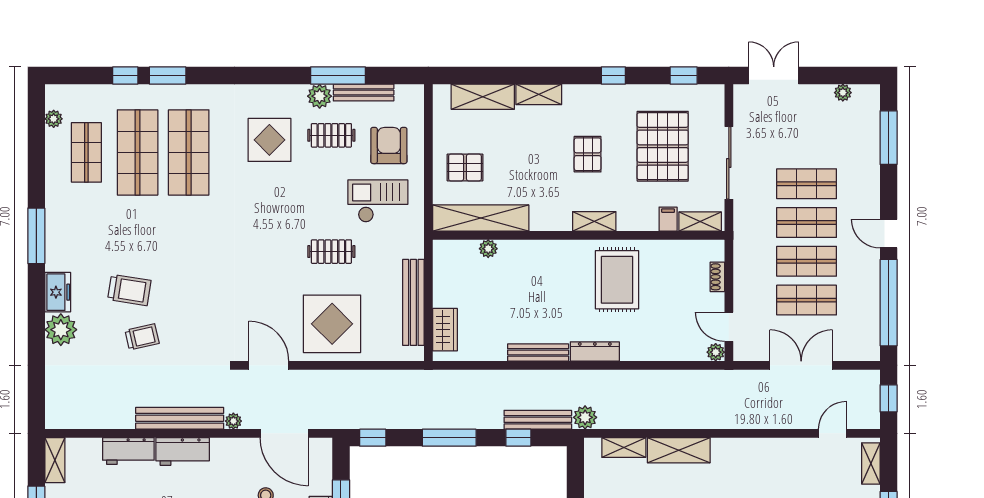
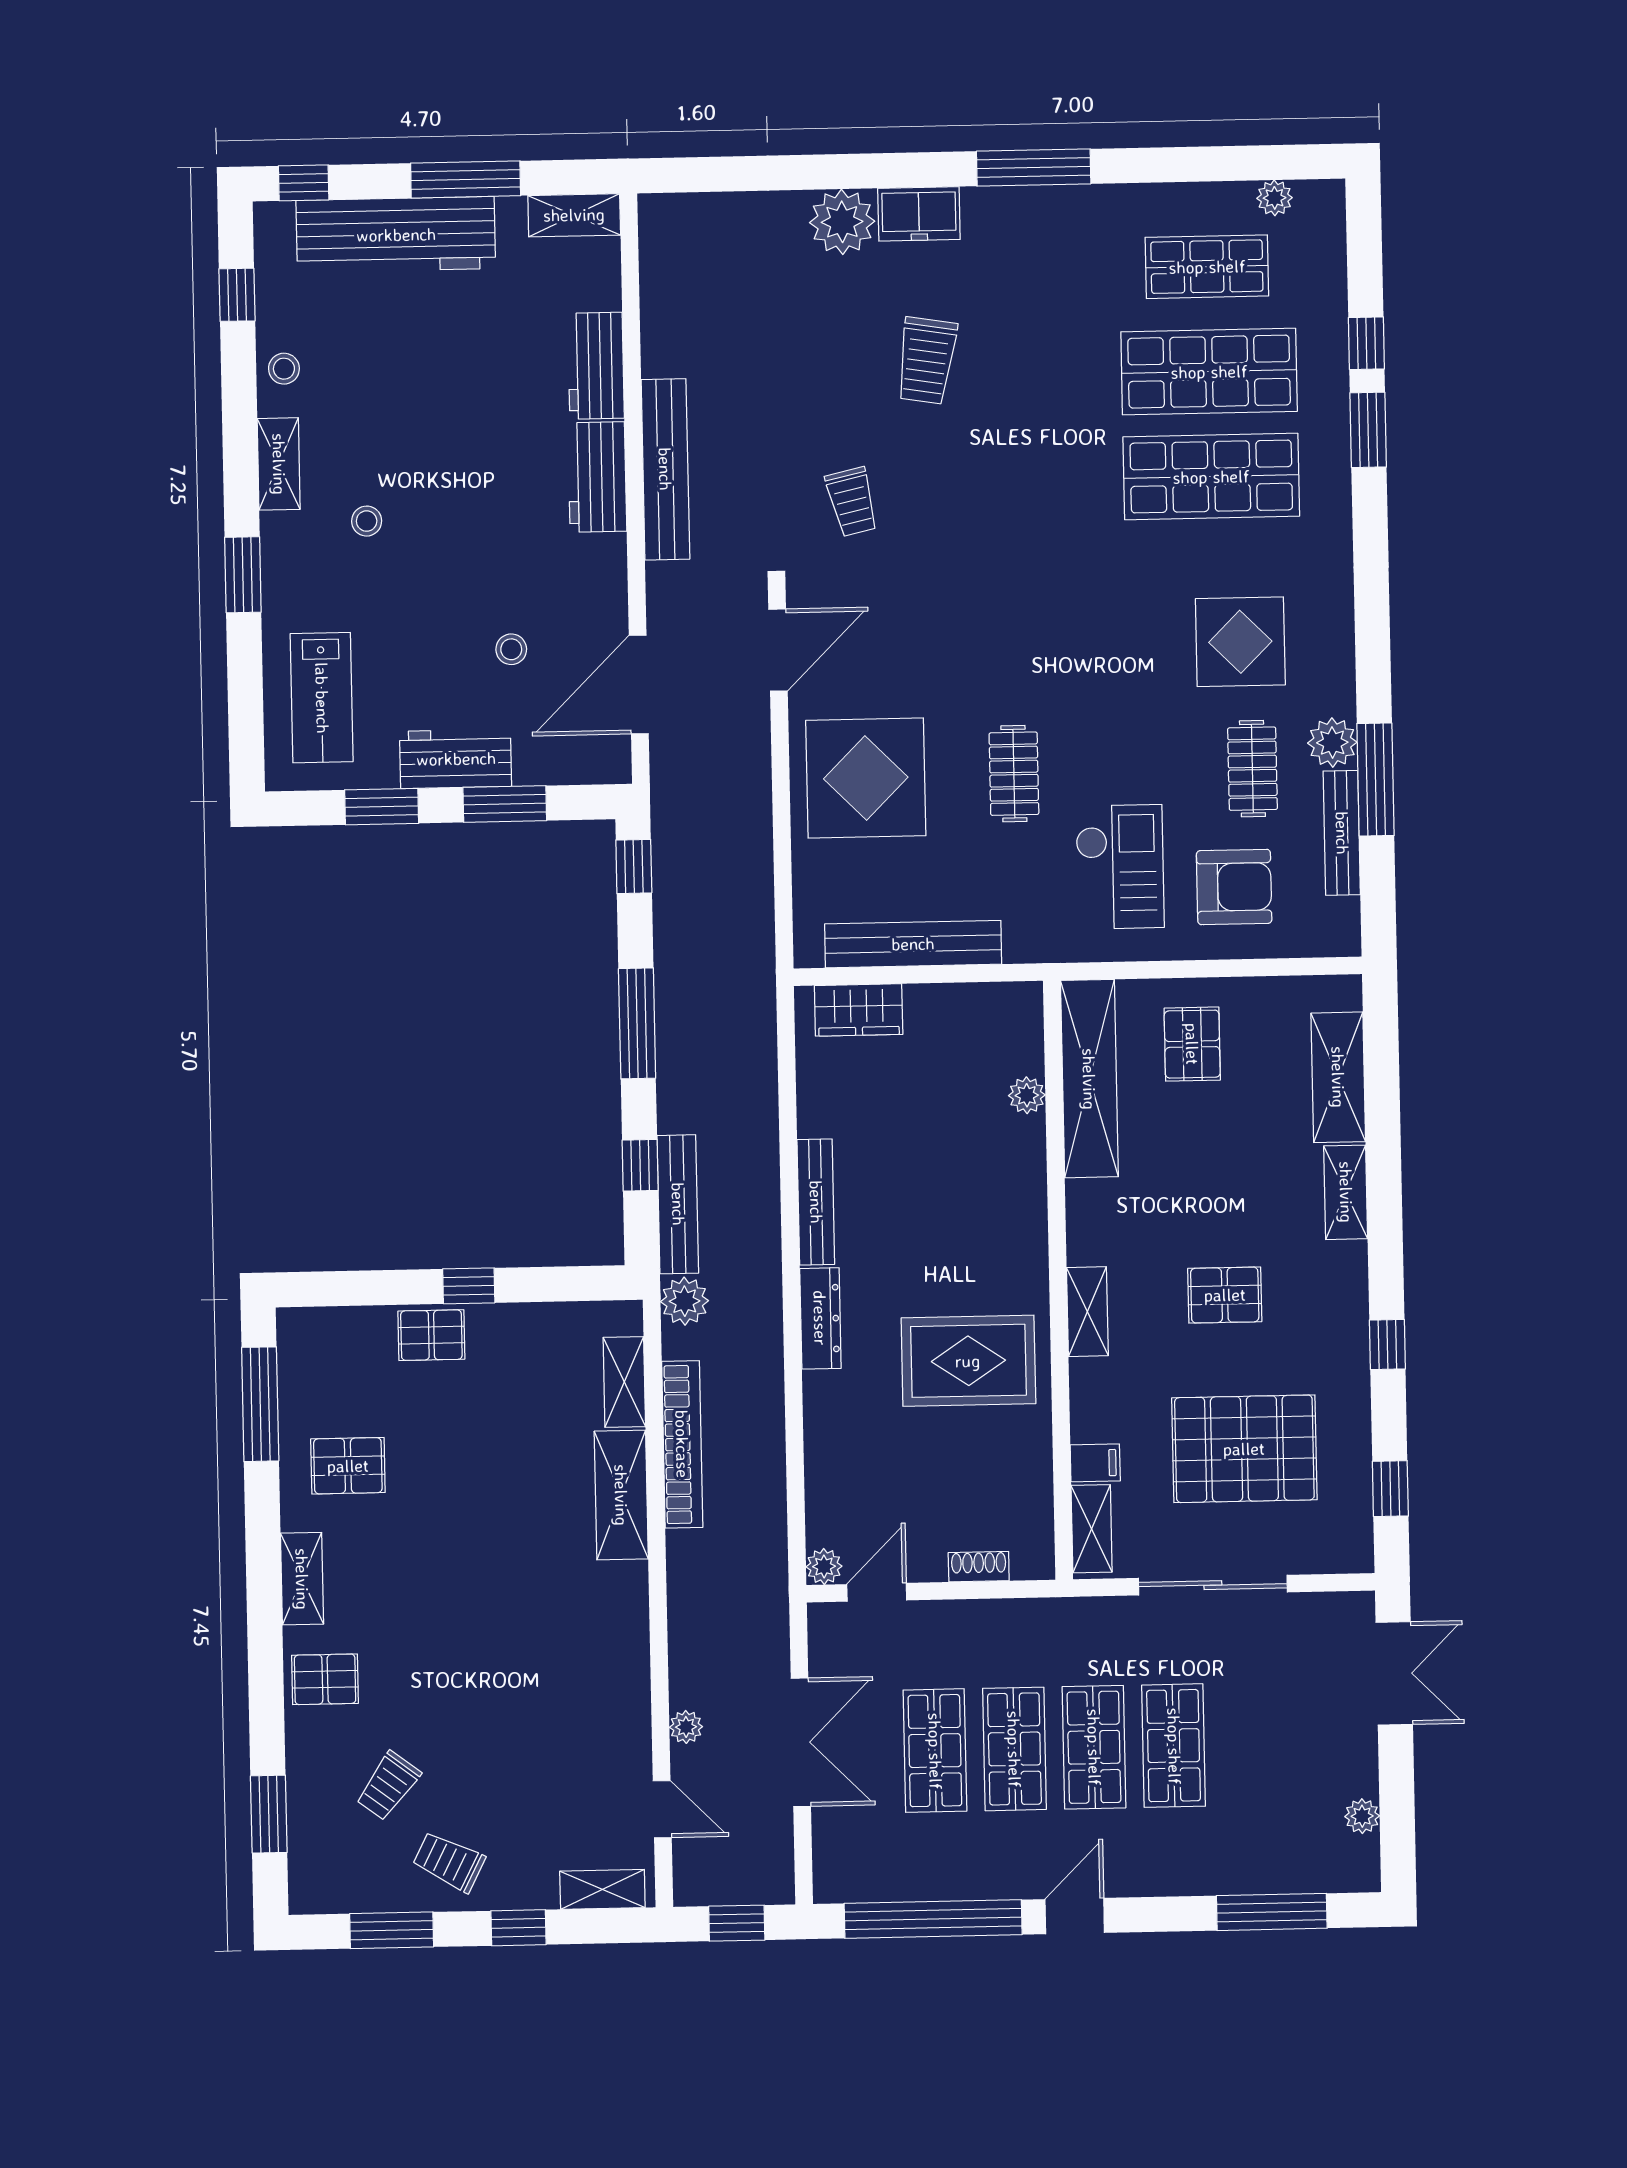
trolley: (142, 337) -> (852, 502), moved
bookcase: (655, 420) -> (682, 1444), added
plant: (233, 421) -> (686, 1727), moved

